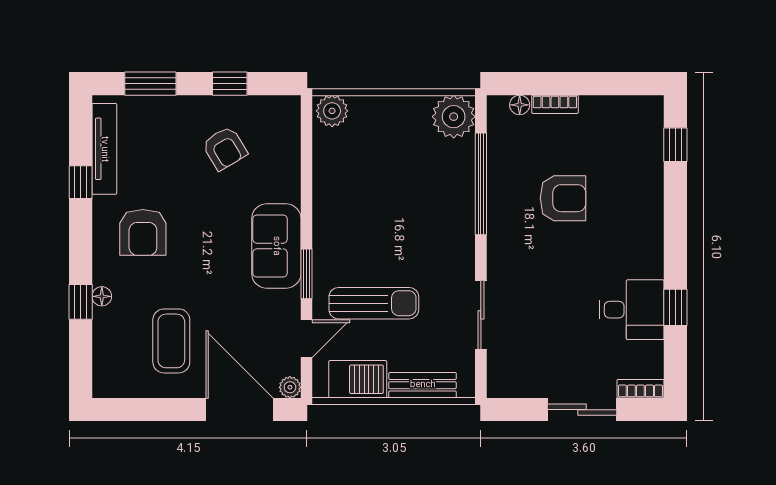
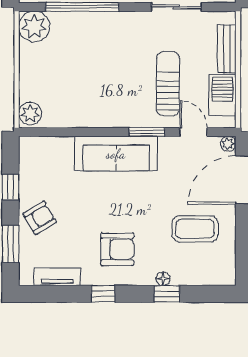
armchair: (225, 148) -> (40, 218), moved
tv unit: (104, 149) -> (57, 277), width x0.71
window: (81, 182) -> (103, 294), moved
sofa: (276, 246) -> (116, 154), width x1.36

